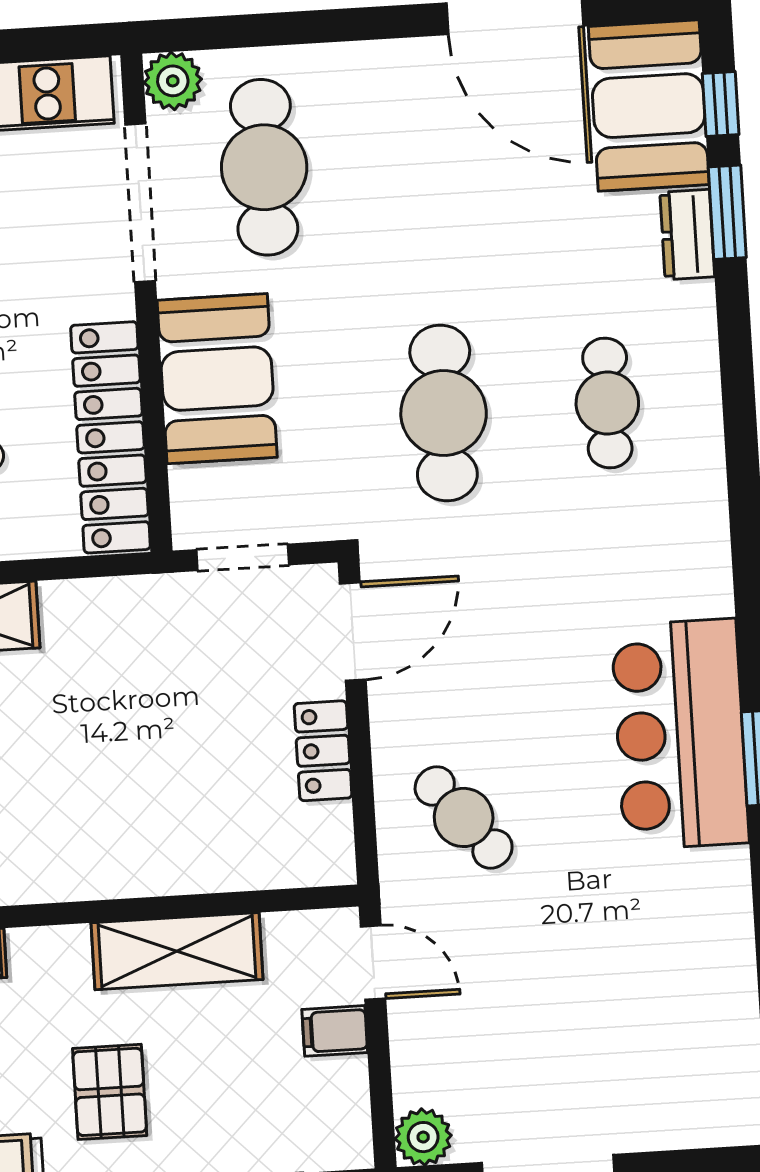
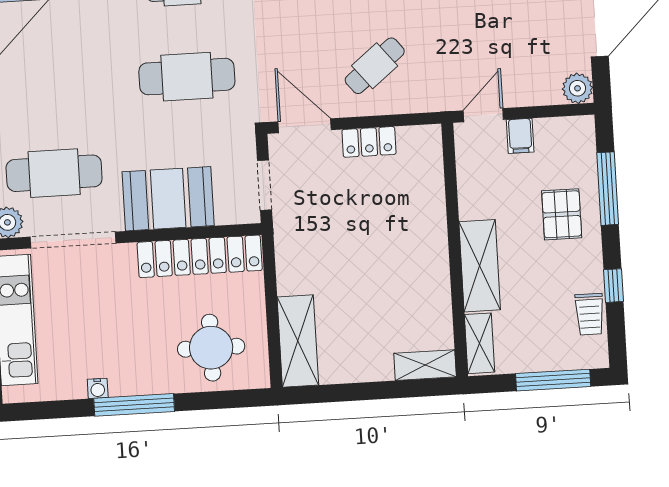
cafe table: (464, 817) -> (375, 66), moved
shelving: (177, 951) -> (480, 266), moved
pallet: (110, 1092) -> (562, 214), moved, turned 90

